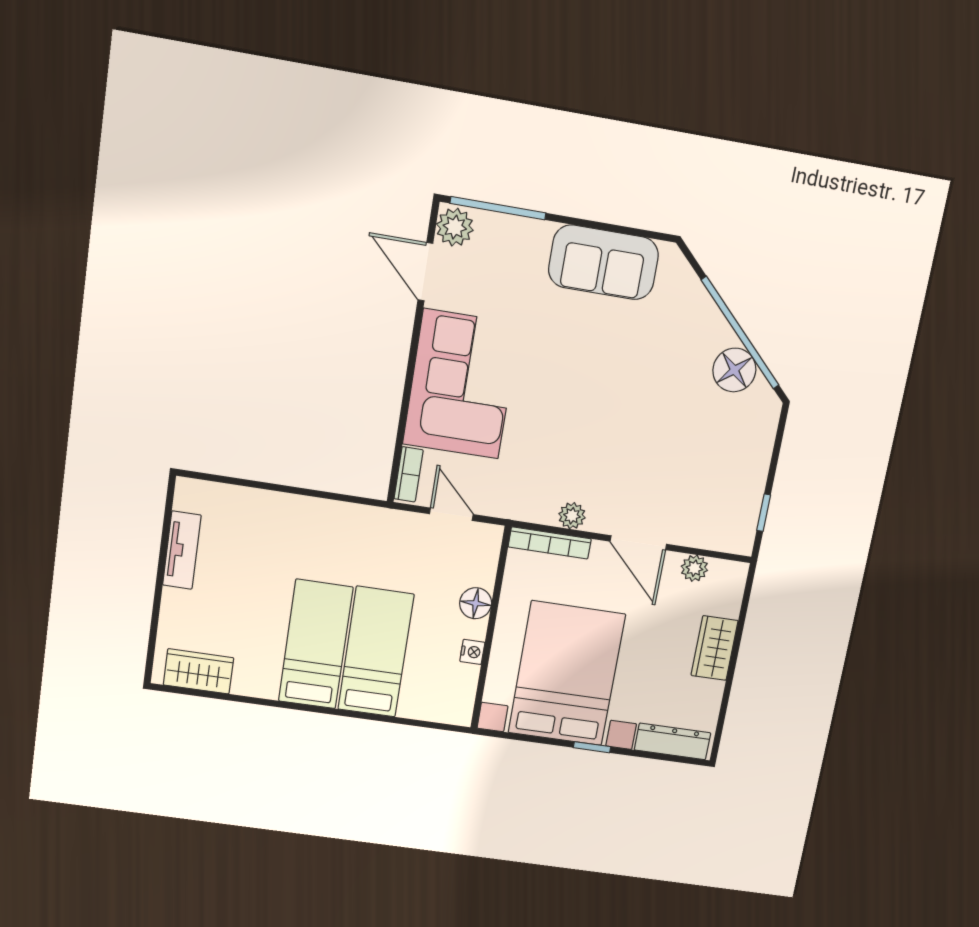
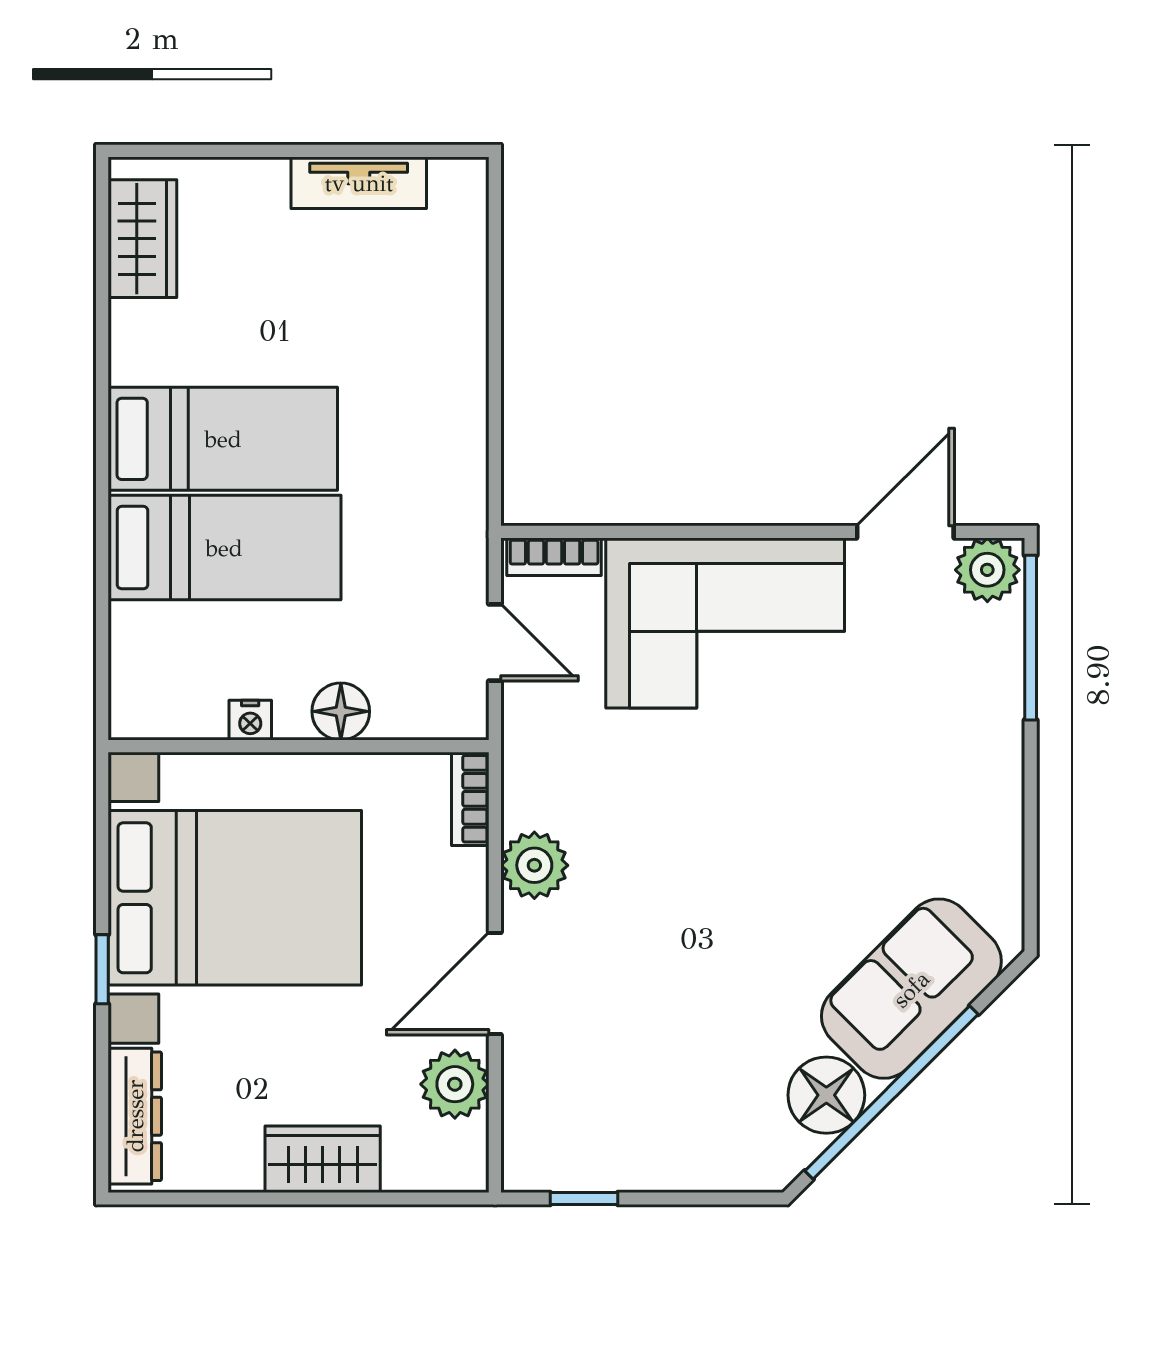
sofa: (603, 262) -> (911, 989), moved, turned 45
door: (451, 514) -> (495, 642), hinge flipped
plant: (572, 516) -> (534, 865), width x1.38, depth x1.38
bookcase: (550, 543) -> (470, 799), width x0.64
plant: (694, 568) -> (455, 1084), width x1.38, depth x1.38

